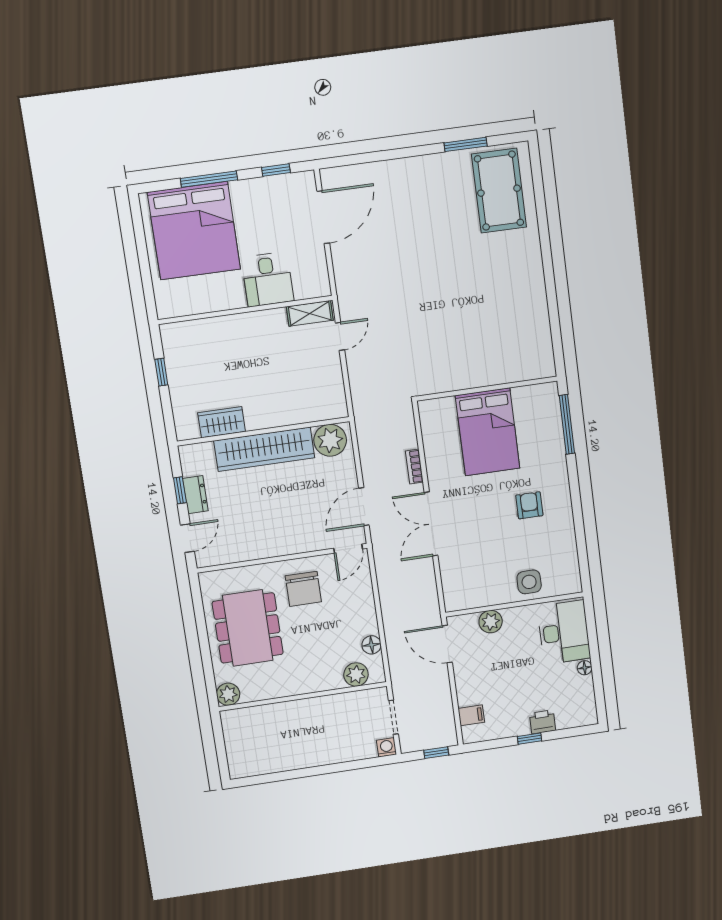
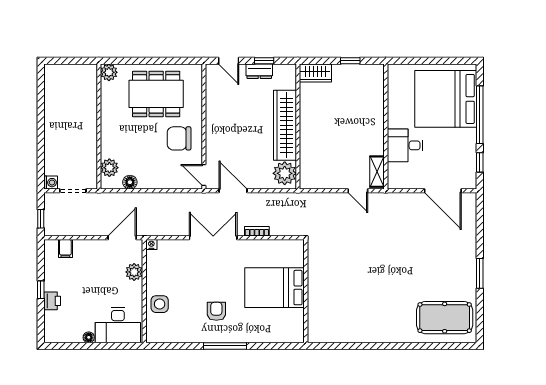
window: (466, 144) -> (480, 273), moved
window: (209, 179) -> (480, 115), width x1.46
wardrobe: (222, 422) -> (315, 73), moved, turned 90
window: (567, 424) -> (225, 346), moved
armchair: (529, 505) -> (216, 311), turned -90
nightstand: (451, 604) -> (151, 245), added

